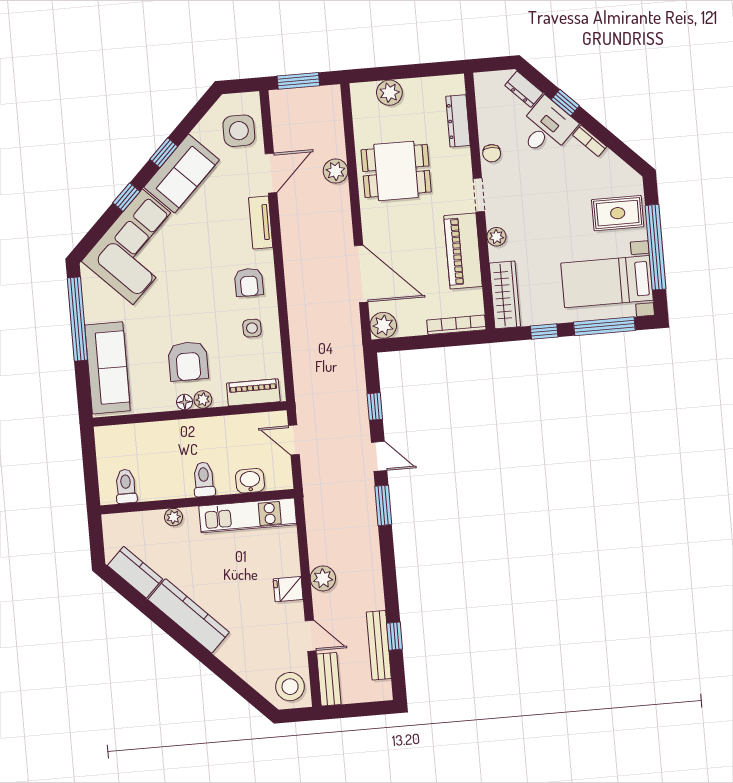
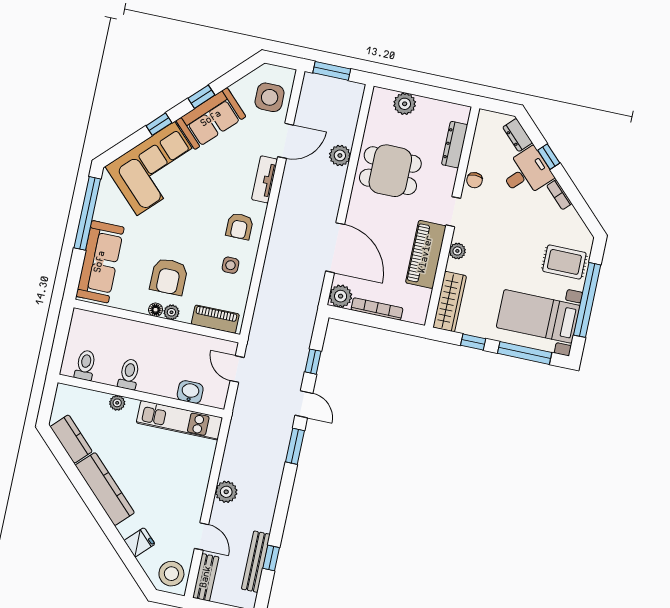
bookcase: (456, 325) -> (377, 309), moved
toilet: (204, 479) -> (129, 374), moved
fridge: (288, 589) -> (139, 542), moved, turned 135

